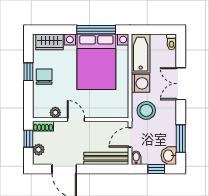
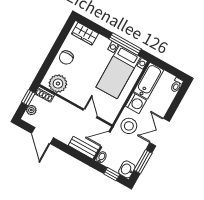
bed with nightstands: (96, 62) -> (118, 72), width x0.73
window: (28, 72) -> (56, 47), removed
chair: (44, 77) -> (66, 57), turned 180
double door: (181, 84) -> (160, 132), moved
plant: (55, 113) -> (58, 84), width x1.88, depth x1.88
door: (76, 120) -> (90, 113), moved
bench: (106, 158) -> (83, 148), width x0.73

